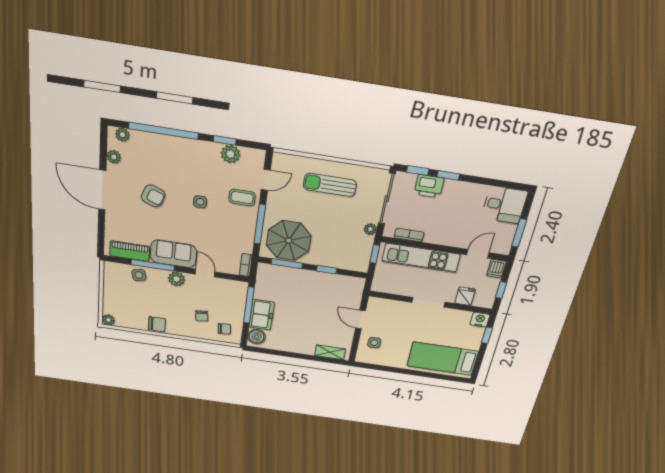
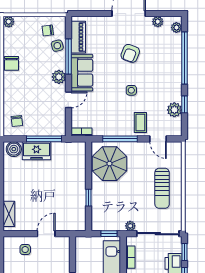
sun lounger: (330, 185) -> (162, 188), turned 180
window: (287, 264) -> (88, 165), removed
chair: (202, 316) -> (48, 30), moved

